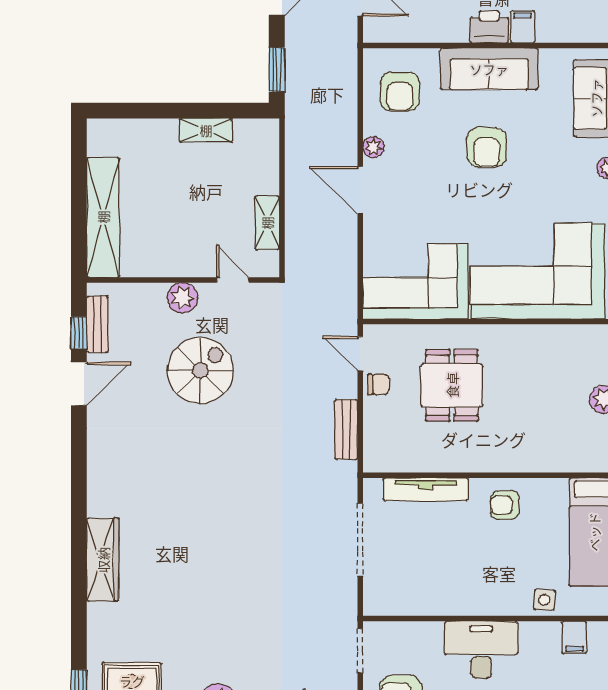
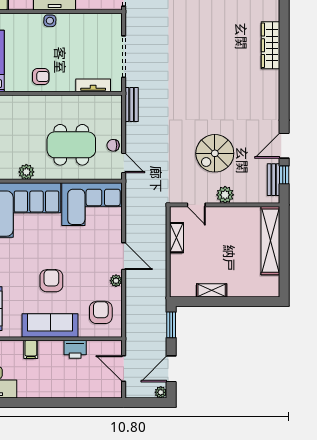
printer: (489, 27) -> (75, 349), moved
plant: (530, 338) -> (26, 172), added
dining table: (452, 385) -> (71, 145), width x1.38
bench: (346, 429) -> (132, 105), moved
tv unit: (426, 489) -> (93, 85), width x0.71
side table: (544, 600) -> (50, 21), moved

